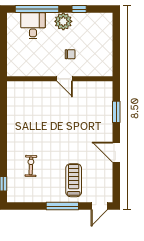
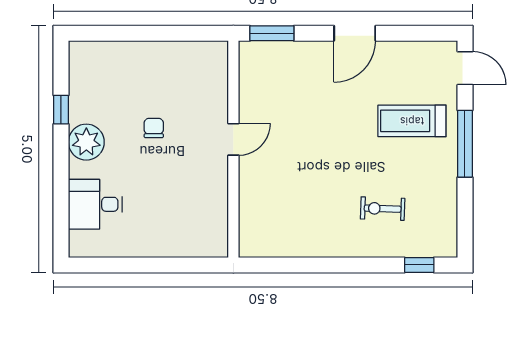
window: (37, 9) -> (61, 196), removed
wall: (60, 79) -> (233, 149), moved
door: (65, 79) -> (233, 139), moved

